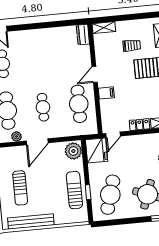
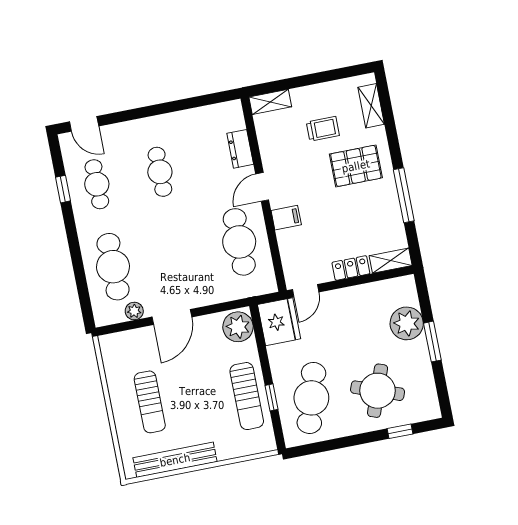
dresser: (83, 35) -> (240, 149), moved
cafe table: (43, 107) -> (160, 172), moved
sun lounger: (74, 190) -> (247, 396), turned 180

